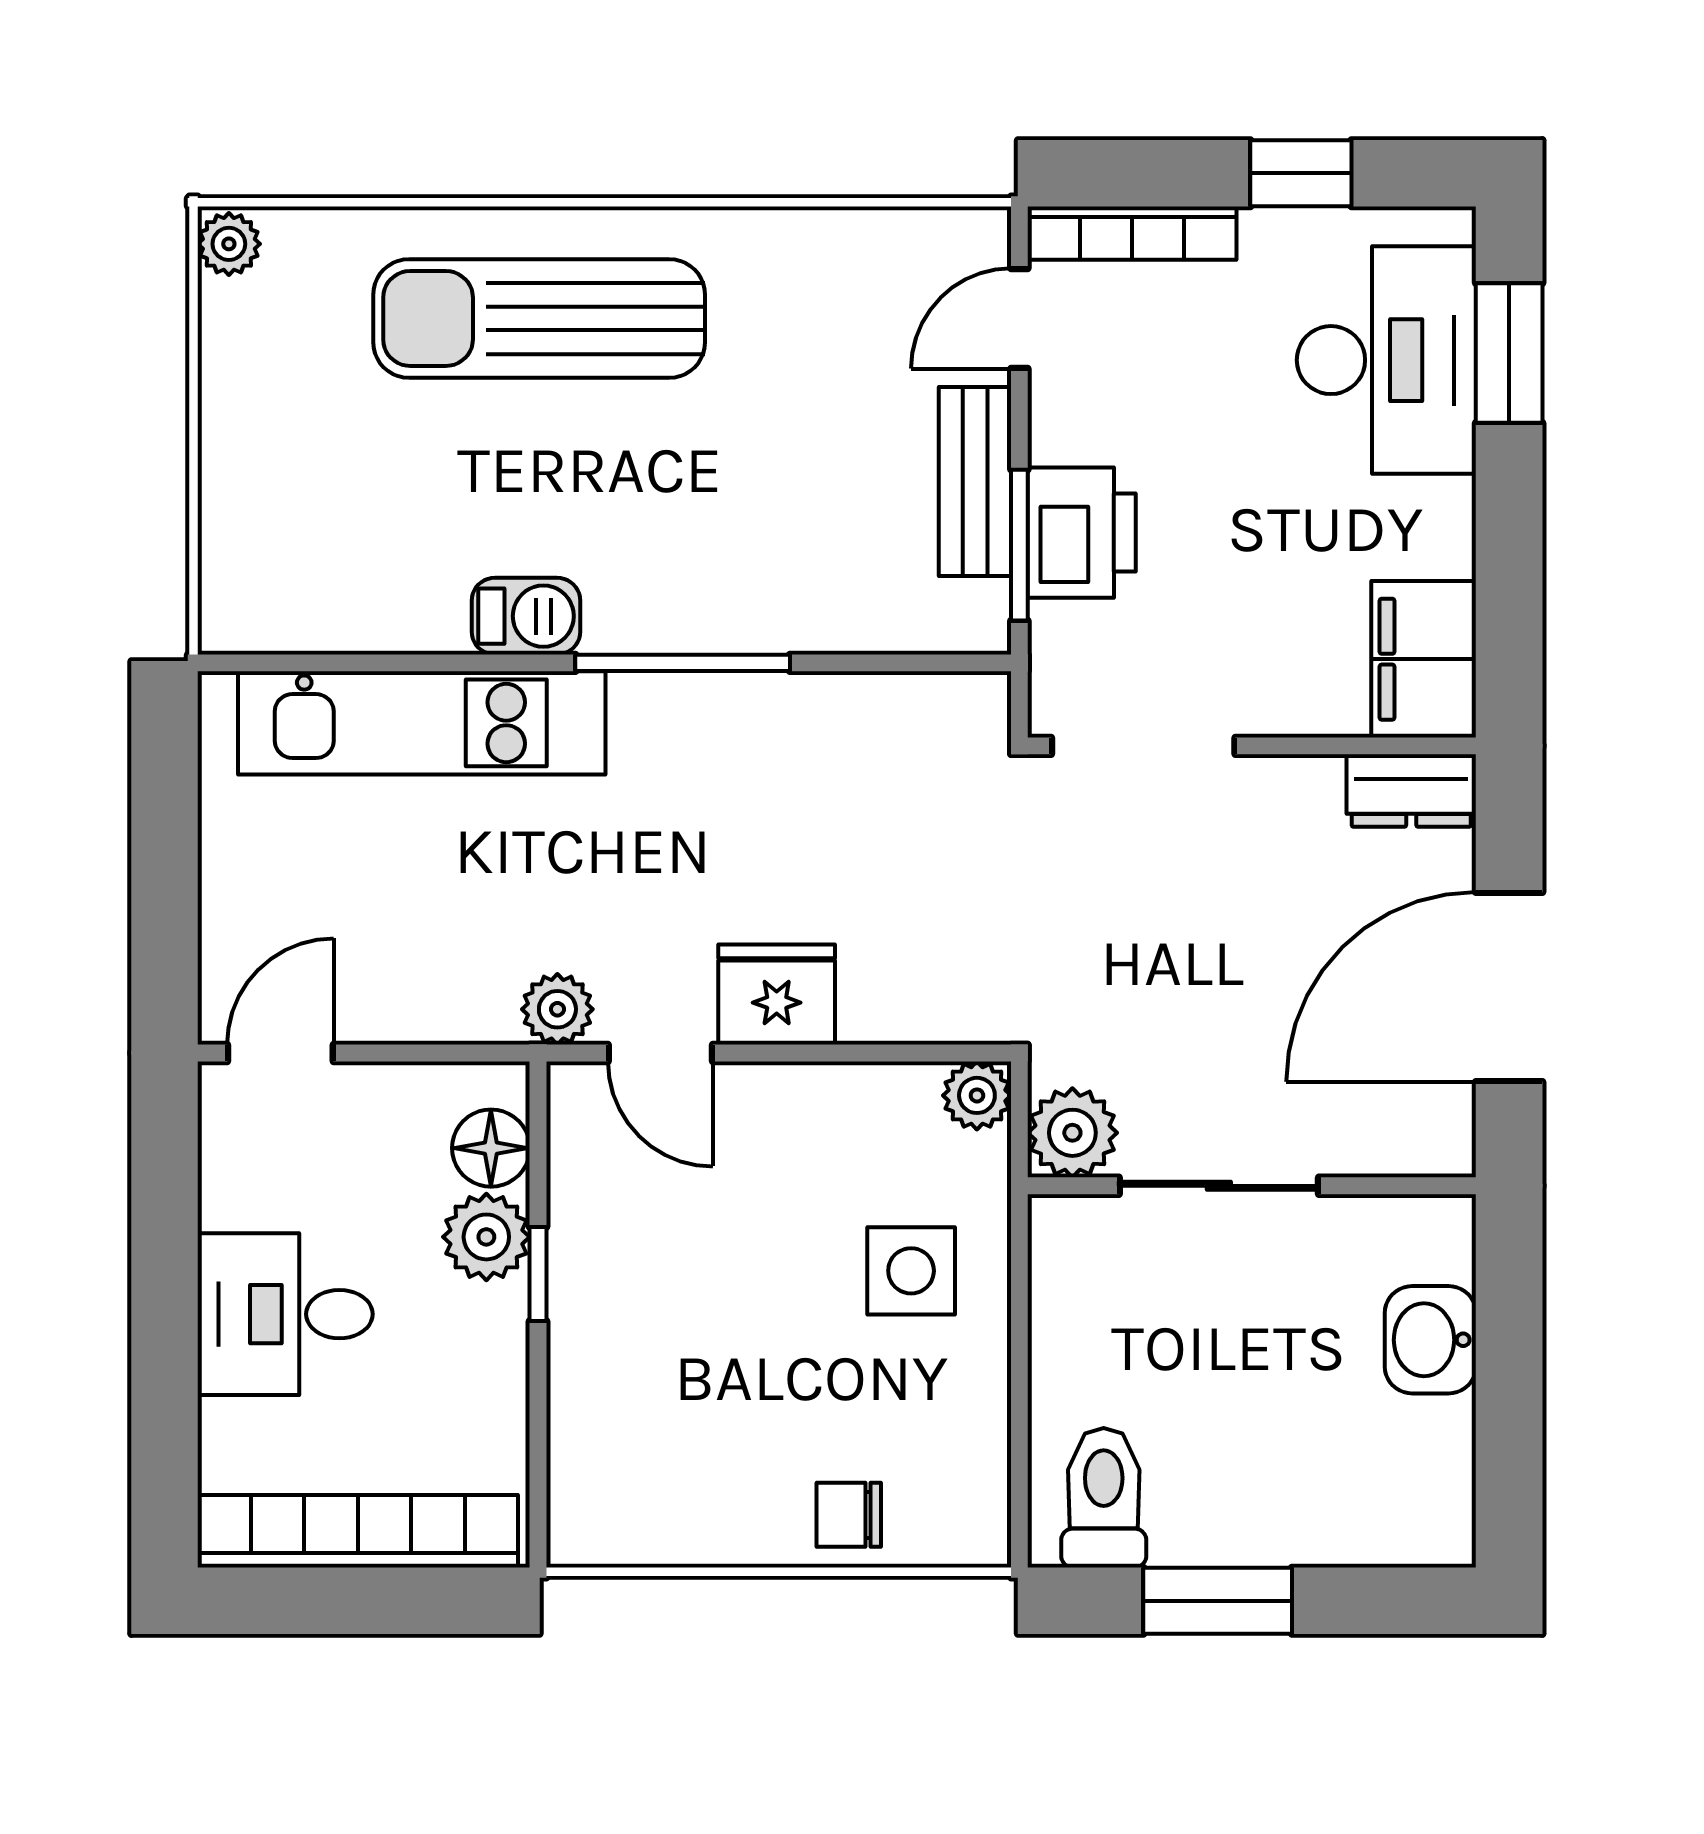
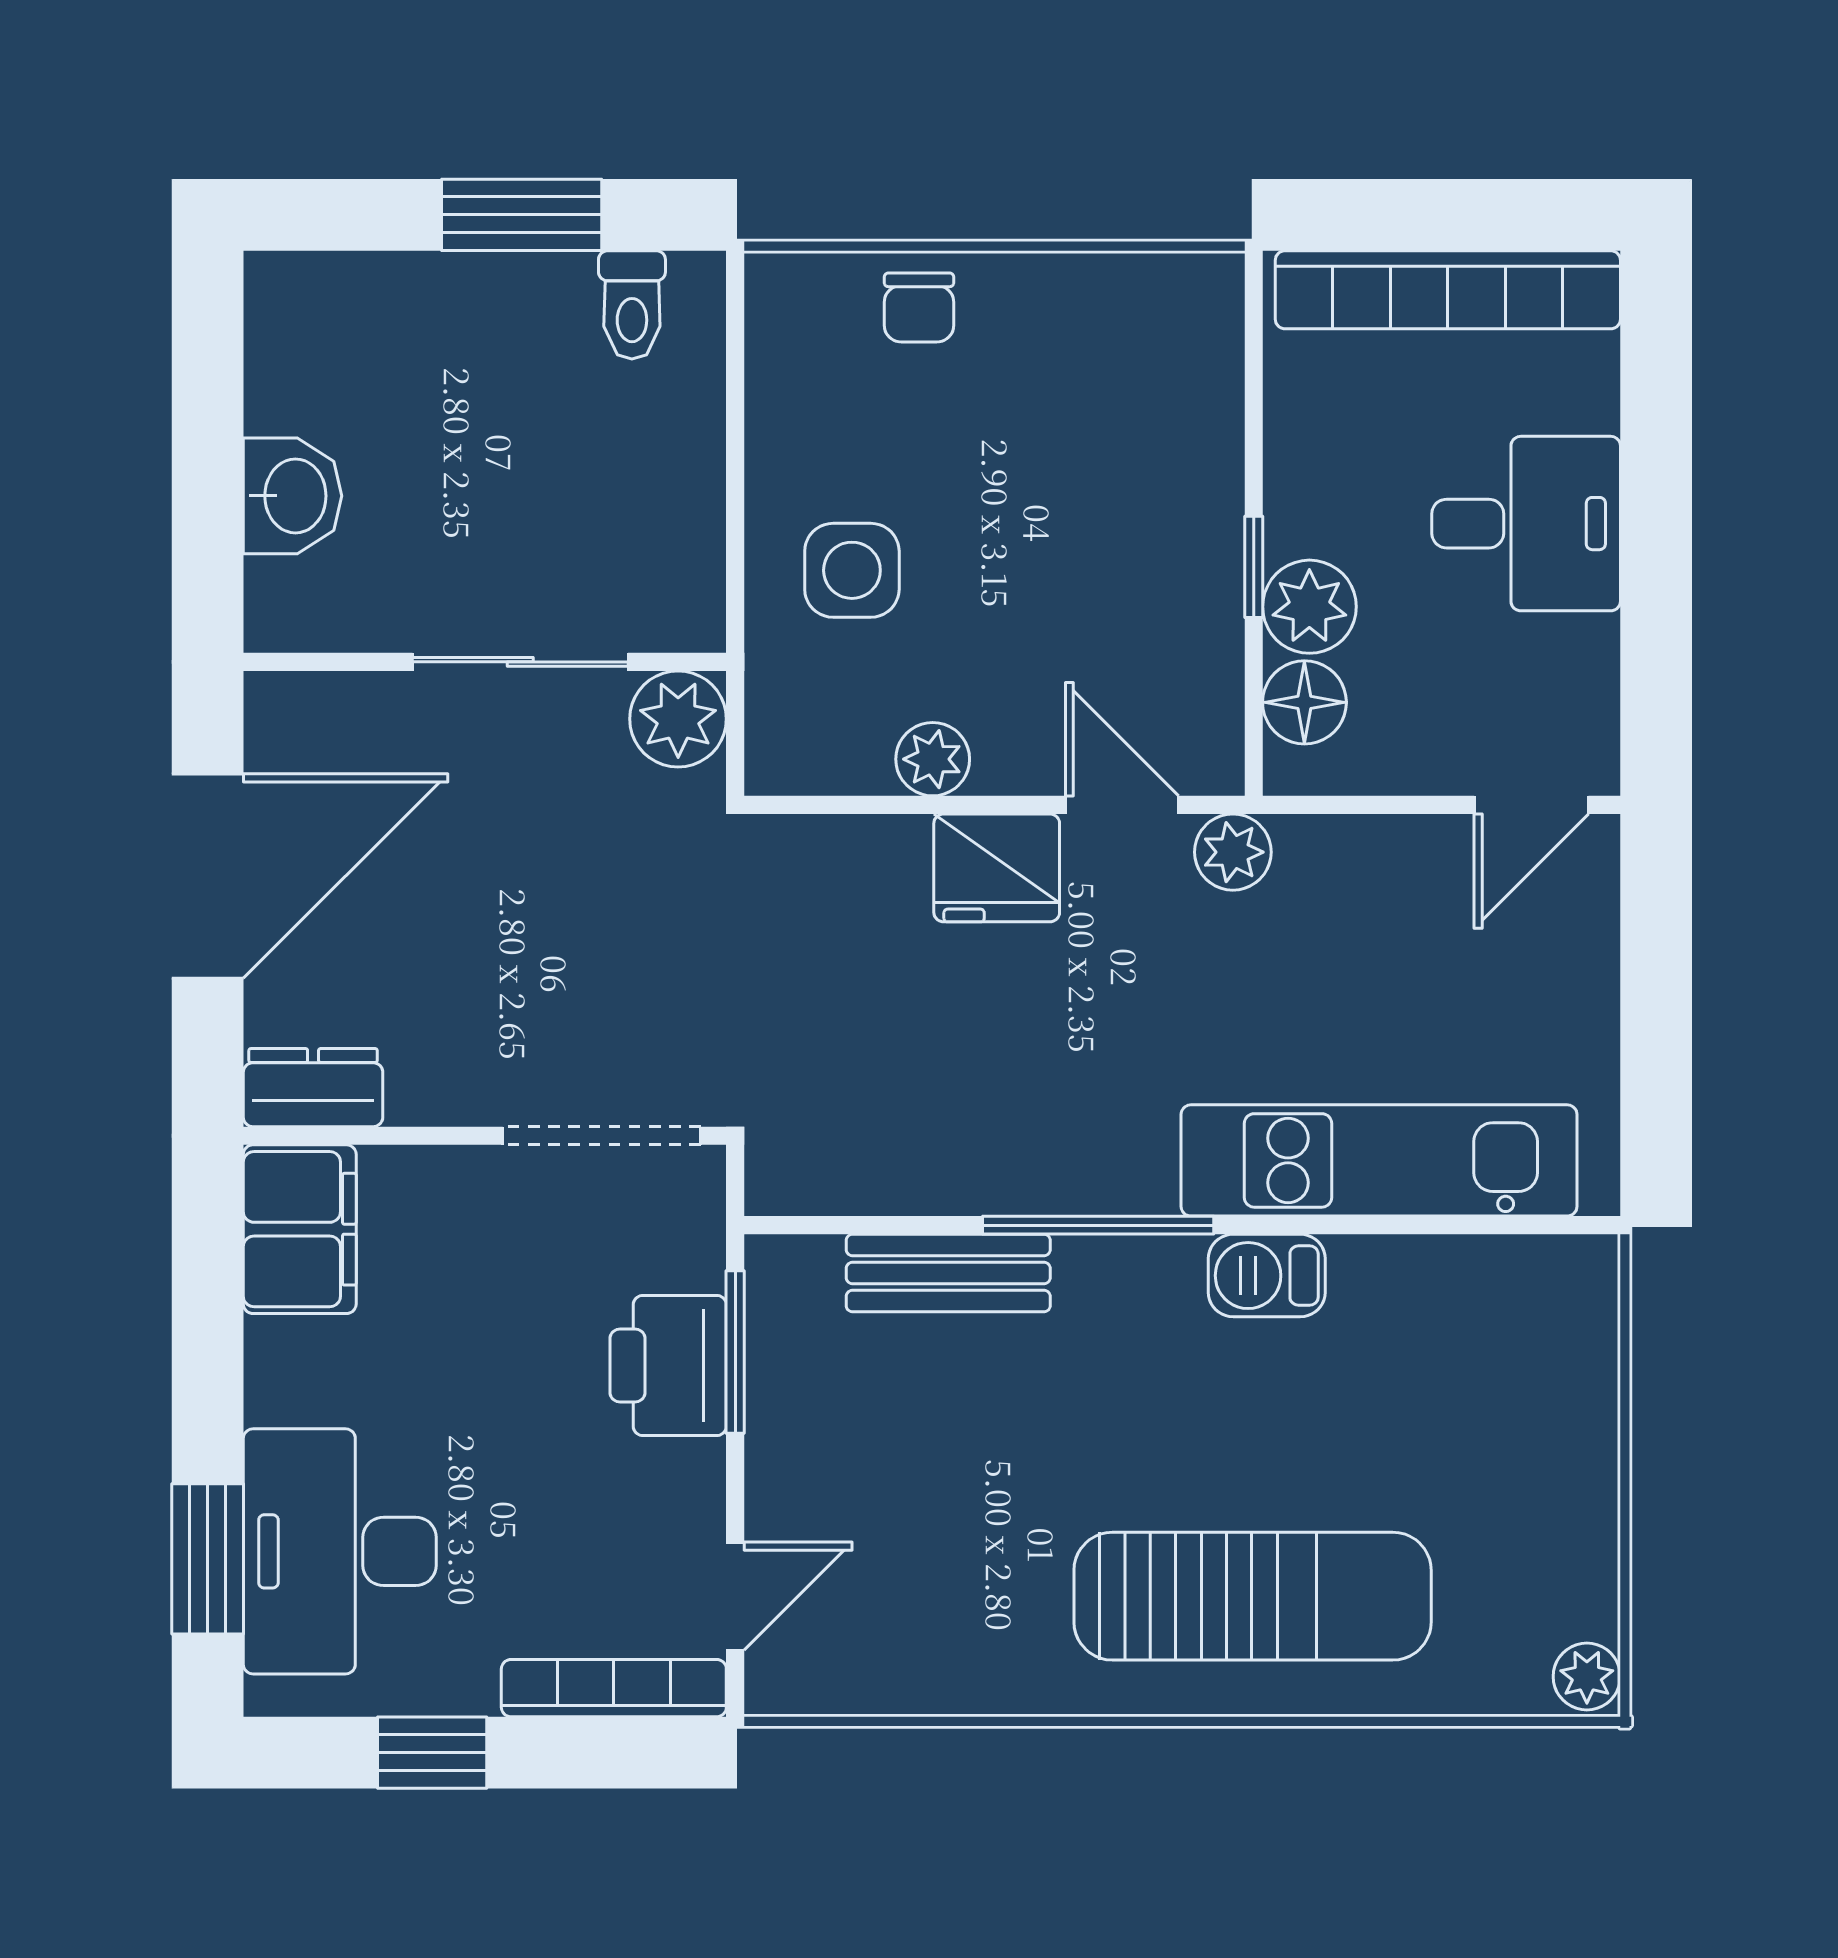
bench: (975, 481) -> (948, 1273), moved, turned 90
plant: (977, 1095) -> (933, 759), moved
toilet: (1104, 1498) -> (632, 305), width x0.73, depth x0.72
chair: (849, 1515) -> (919, 308), turned 90

